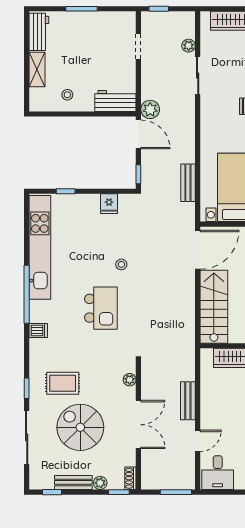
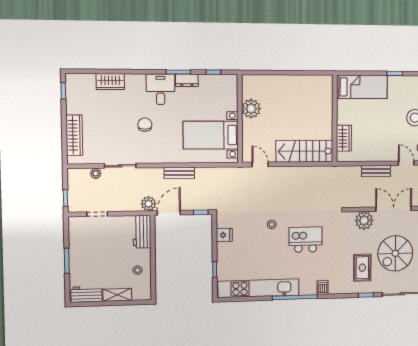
bench: (188, 183) -> (179, 173), moved
door: (198, 250) -> (260, 164), width x0.53
plant: (130, 380) -> (364, 221), width x1.88, depth x1.88

